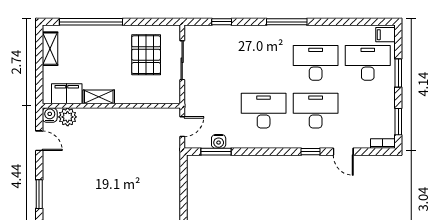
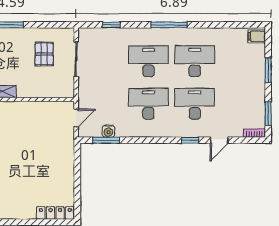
pallet: (146, 55) -> (44, 54), width x0.67, depth x0.71
desk: (368, 63) -> (148, 61), moved
door: (343, 152) -> (219, 140), hinge flipped

